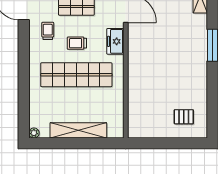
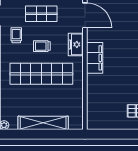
filing cabinet: (137, 57) -> (95, 58), added

